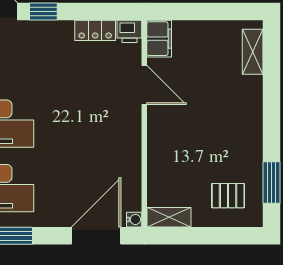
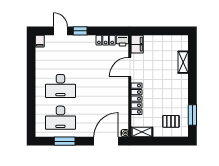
shelving: (253, 52) -> (183, 62), moved
door: (144, 85) -> (130, 67), swing flipped
locker: (158, 150) -> (136, 99), added

